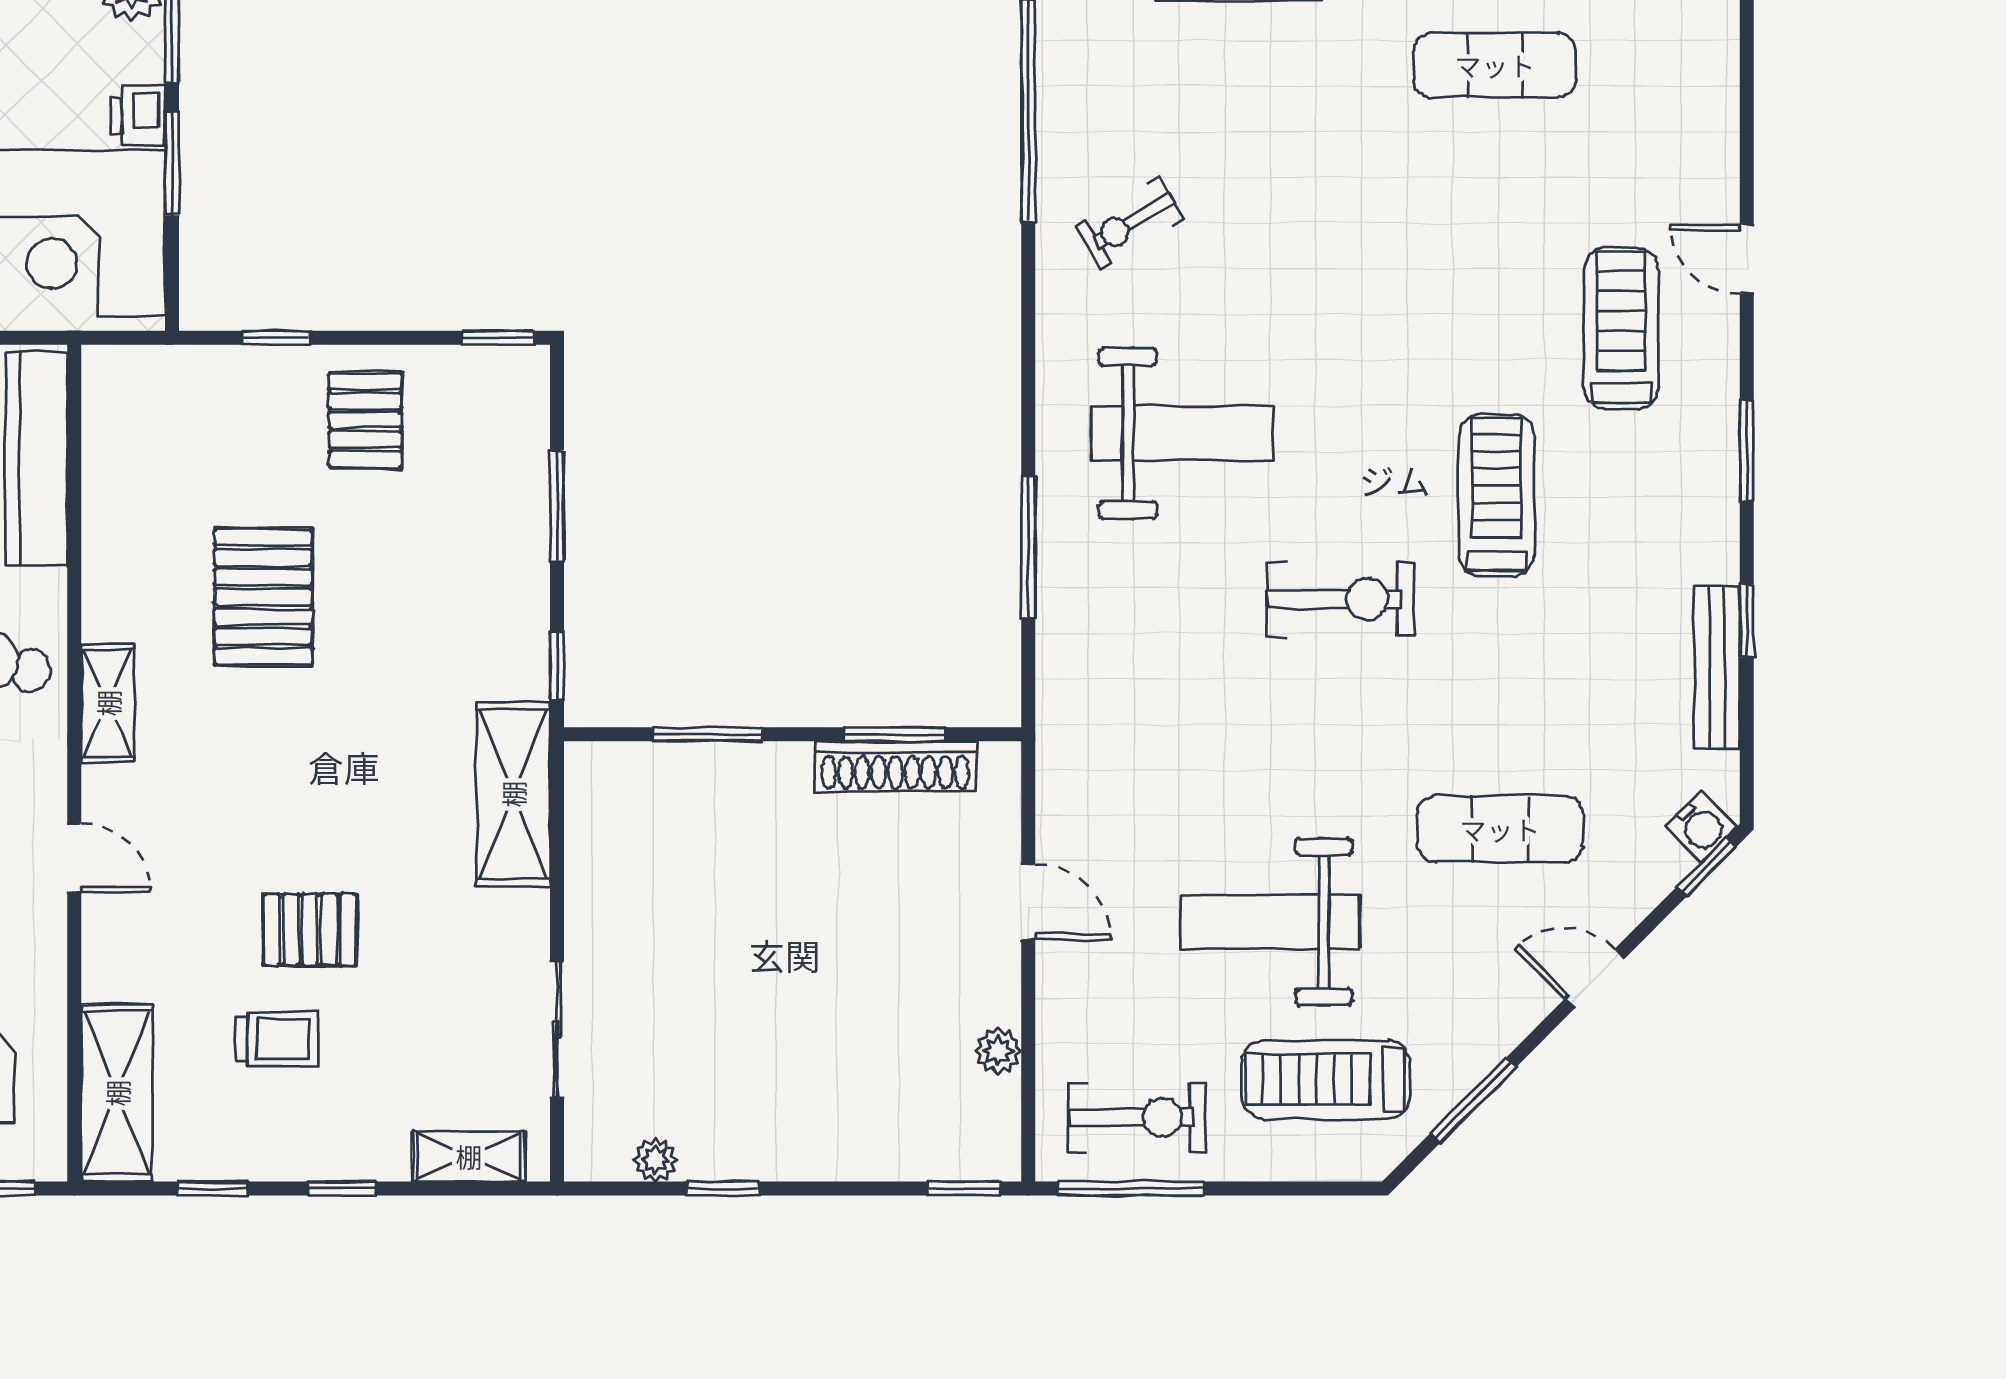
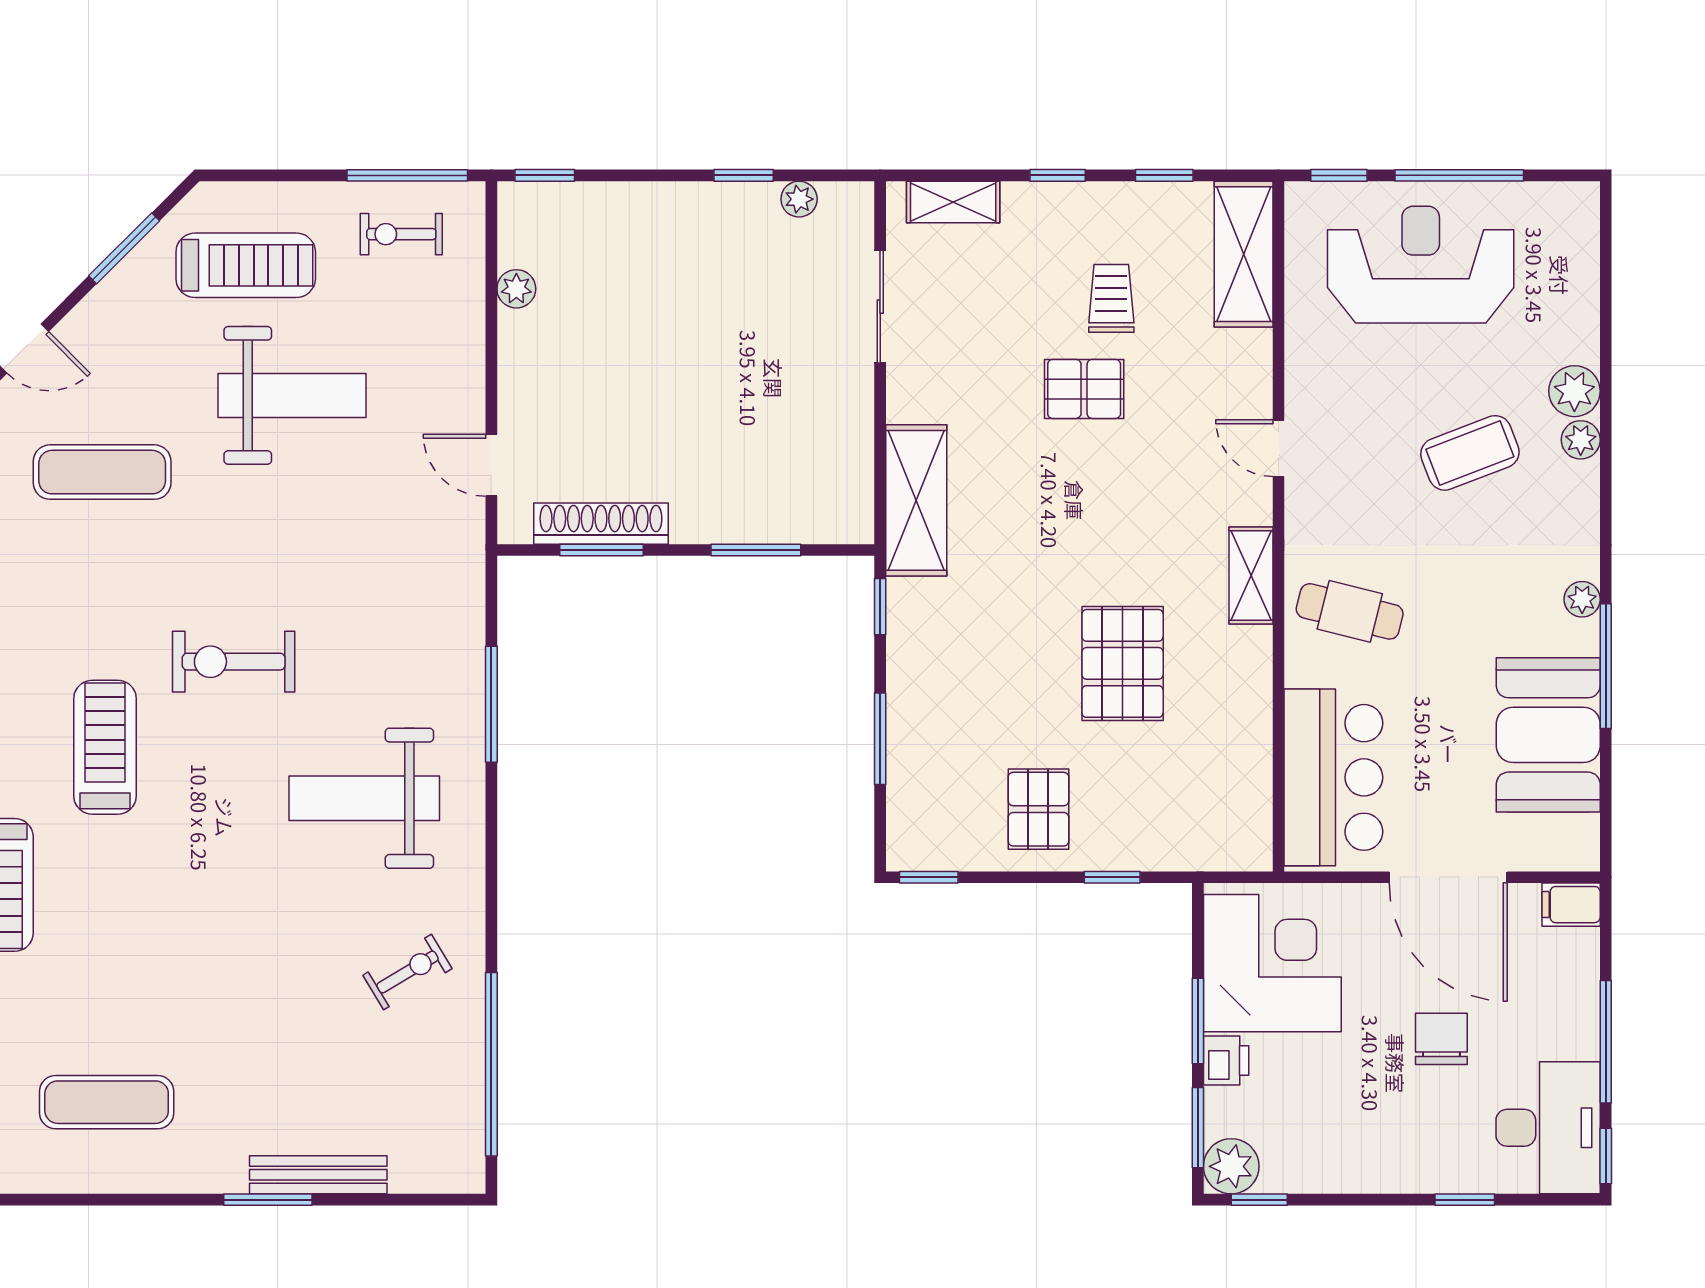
treadmill: (1497, 495) -> (105, 747), turned 180
door: (1028, 902) -> (491, 465), moved
trolley: (277, 1039) -> (1111, 298), turned 90
exercise bike: (1137, 1117) -> (401, 234), width x0.73, depth x0.72

